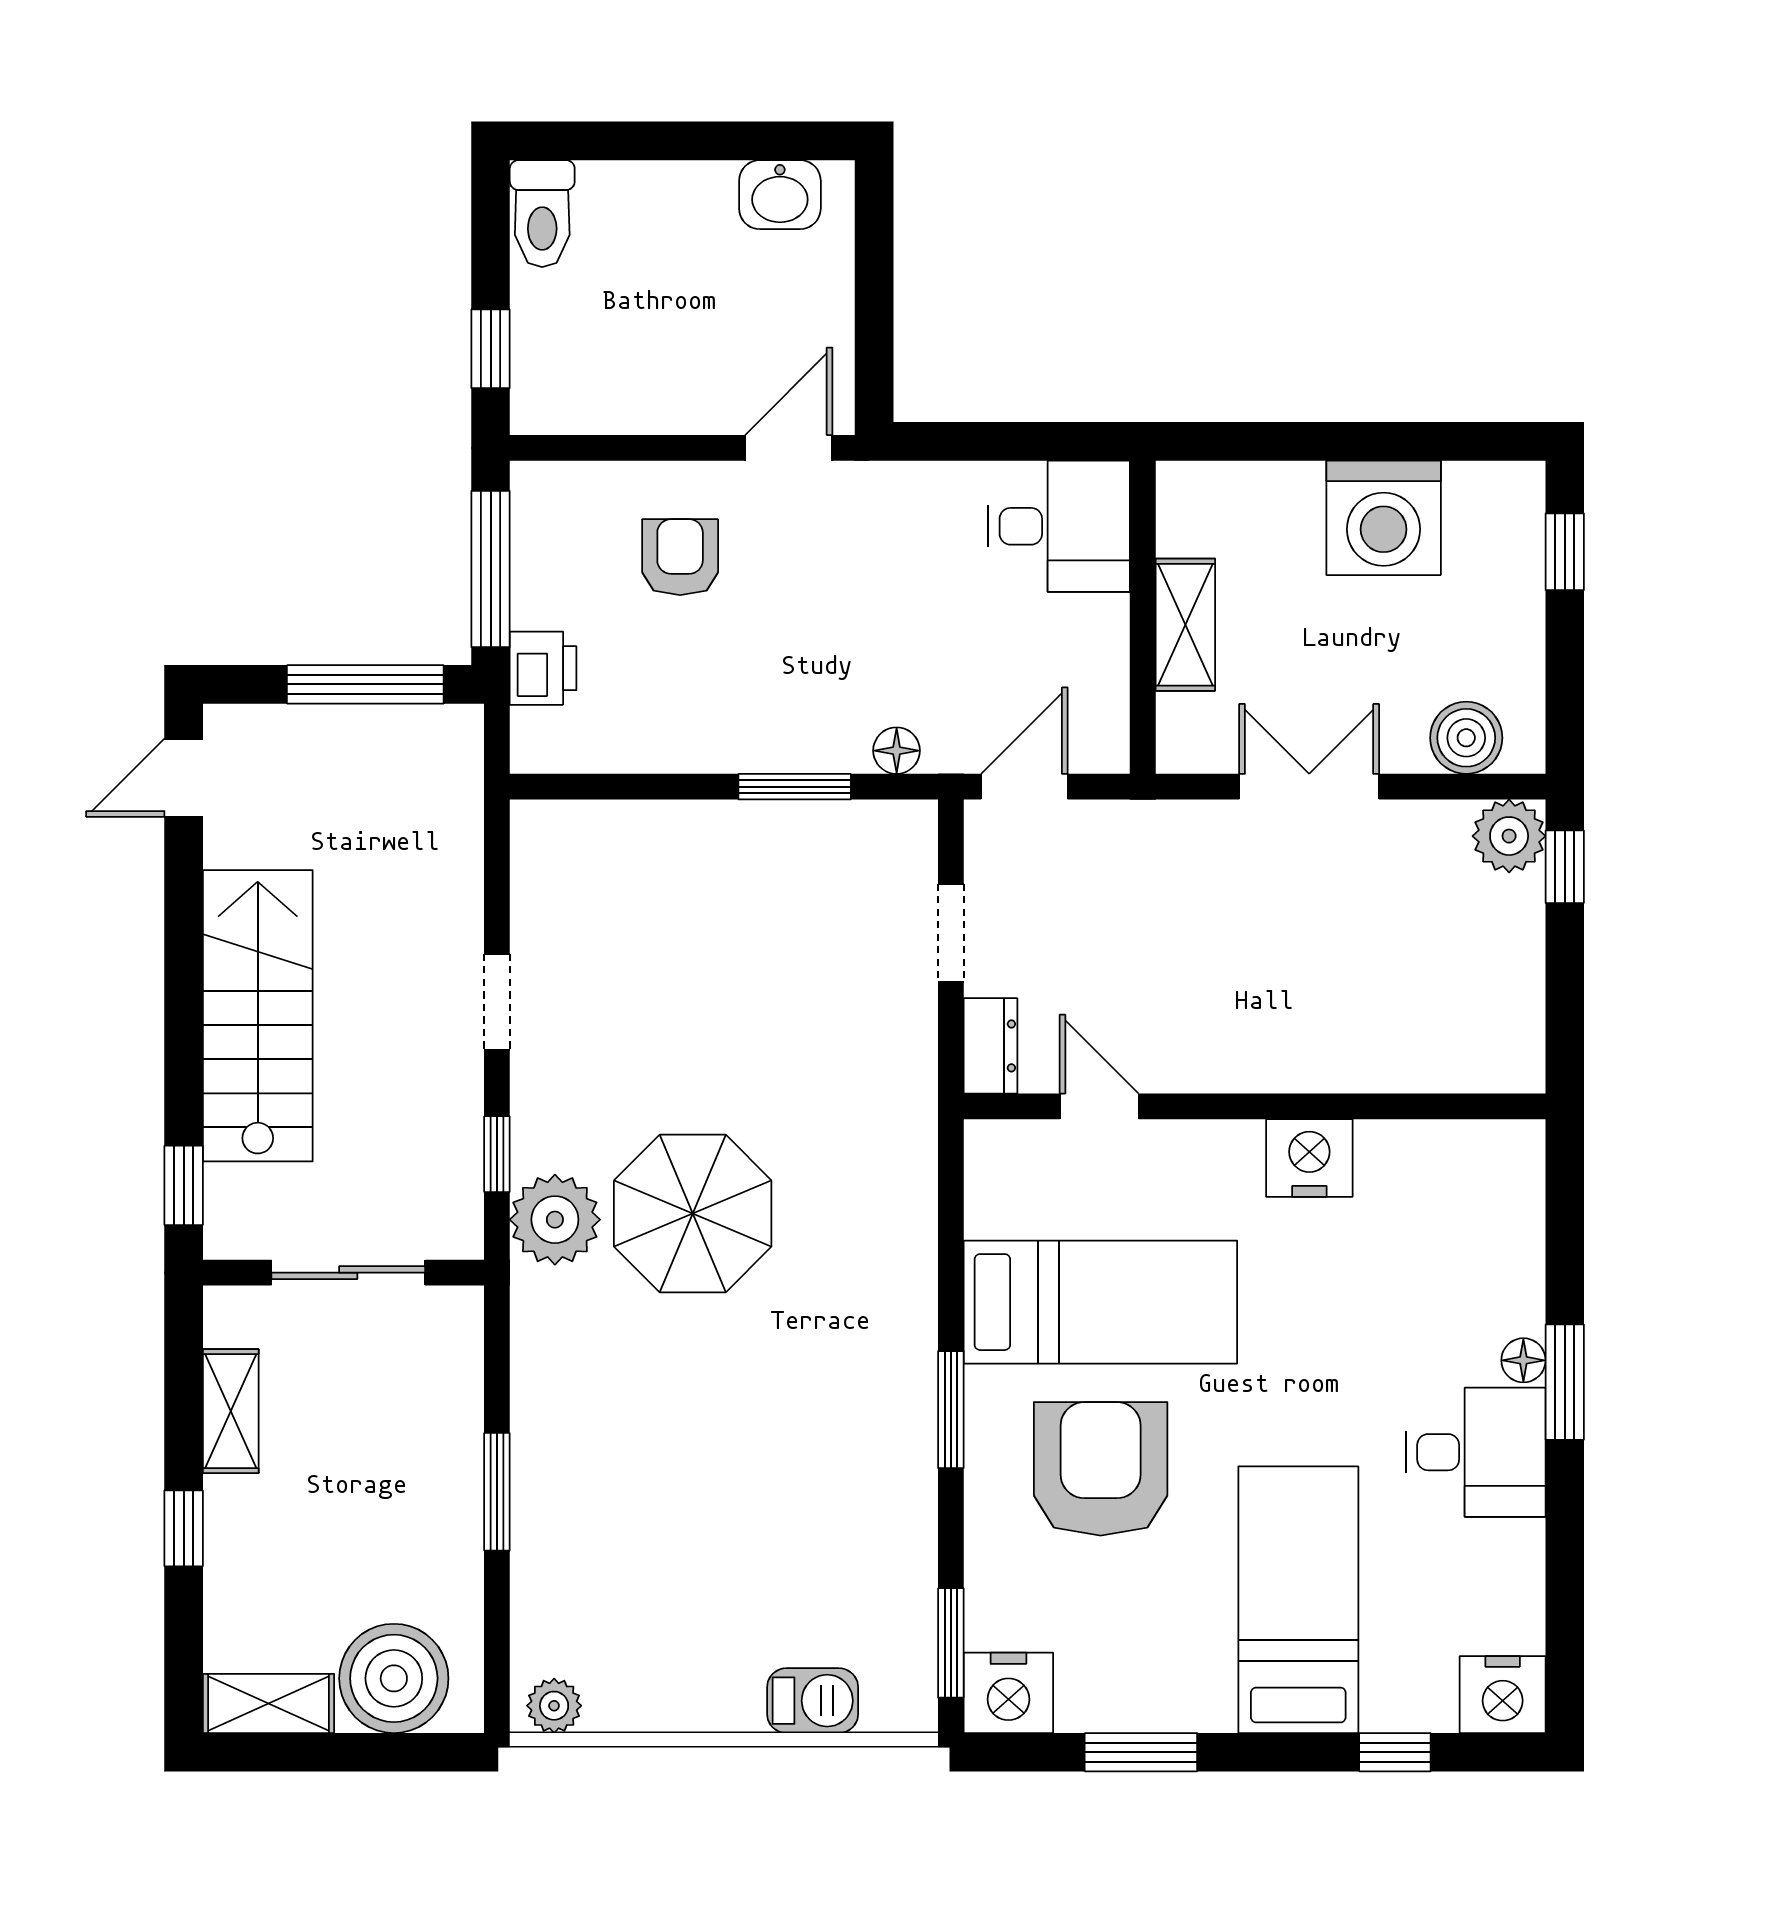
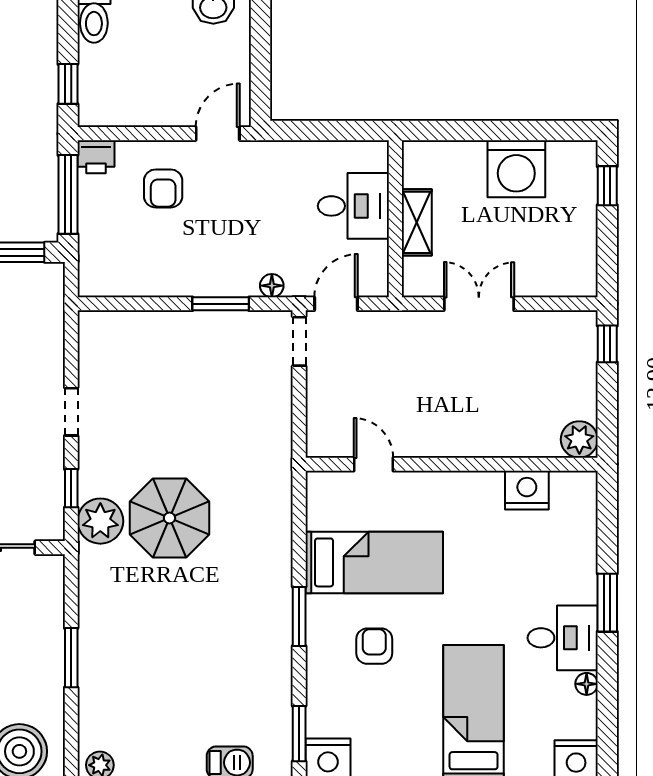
desk: (1059, 526) -> (353, 206), moved
armchair: (680, 557) -> (163, 188), turned 180
printer: (543, 668) -> (96, 157), moved, turned 90
boiler: (1466, 738) -> (558, 279), removed
plant: (1509, 836) -> (579, 439), moved
doorway: (951, 933) -> (299, 341), moved
dresser: (991, 1046) -> (319, 434), removed
nightstand: (1309, 1158) -> (527, 490), moved
floor lamp: (1523, 1360) -> (587, 684), moved
armchair: (1101, 1469) -> (374, 646), width x0.53, depth x0.53

